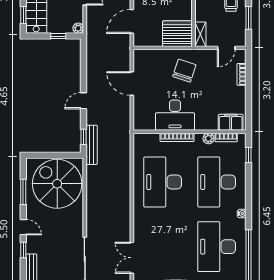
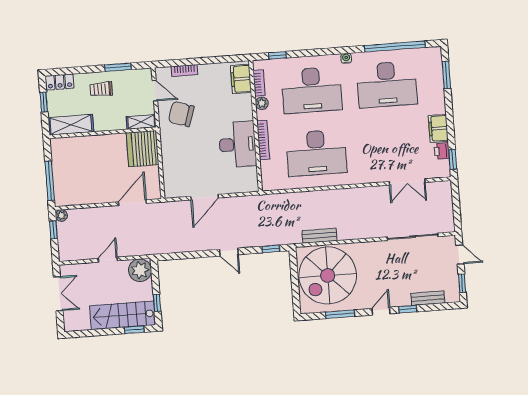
door: (132, 21) -> (132, 203), swing flipped
plant: (78, 28) -> (140, 270), width x1.88, depth x1.88
window: (58, 36) -> (157, 303), moved
chair: (184, 71) -> (181, 114), moved
bench: (92, 145) -> (319, 236), moved, width x0.73

